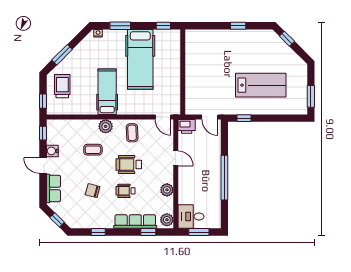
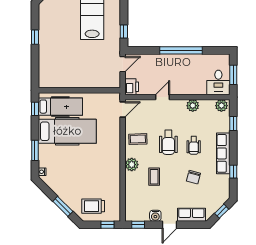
hospital bed: (107, 92) -> (60, 107), moved, turned 180
row of seats: (135, 222) -> (223, 153), moved

